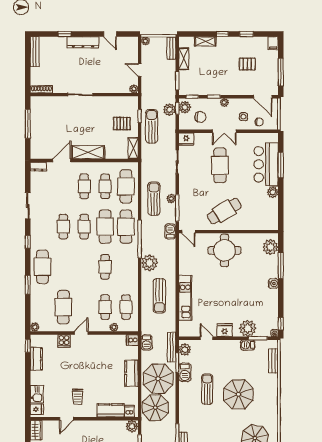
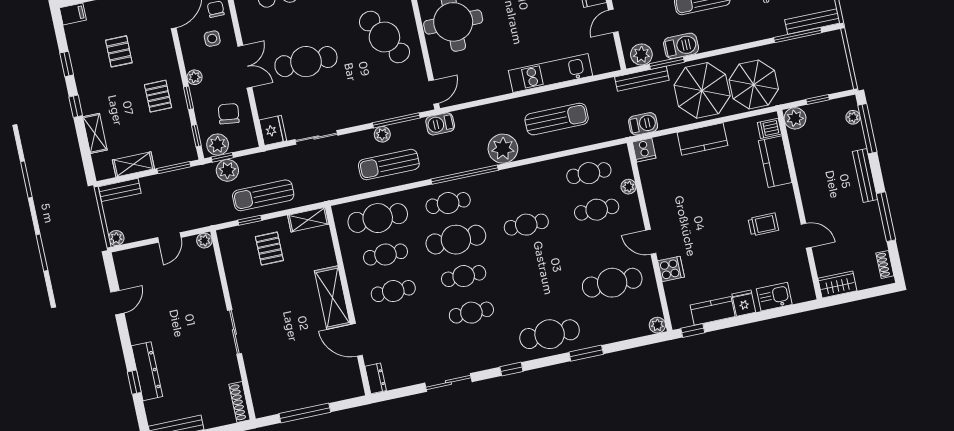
dresser: (83, 42) -> (147, 371), moved
pallet: (218, 80) -> (158, 96), added
cafe table: (126, 227) -> (448, 203), width x0.73, depth x0.74
fridge: (37, 409) -> (744, 303), moved

